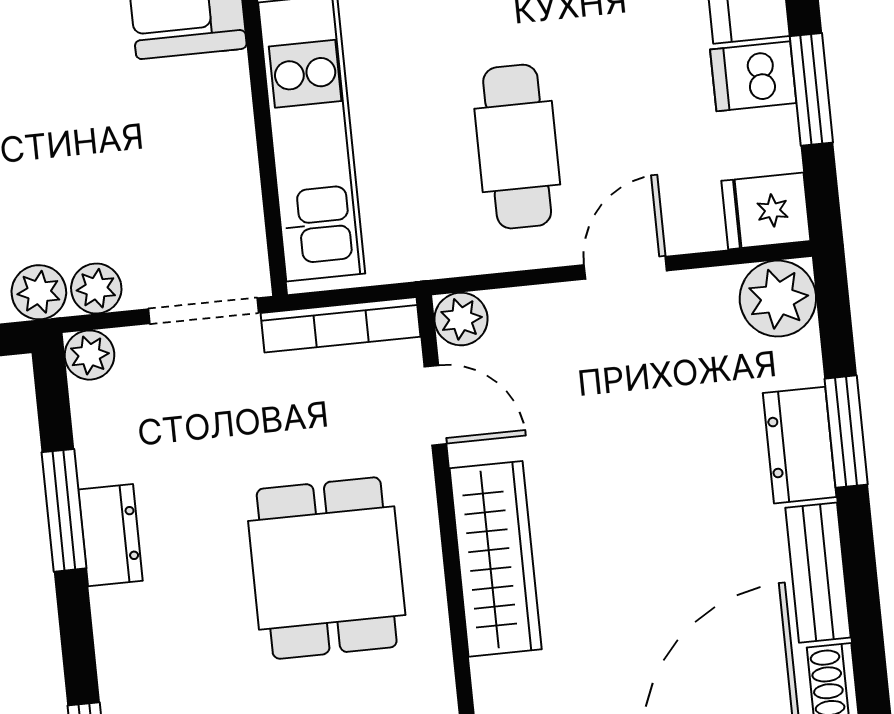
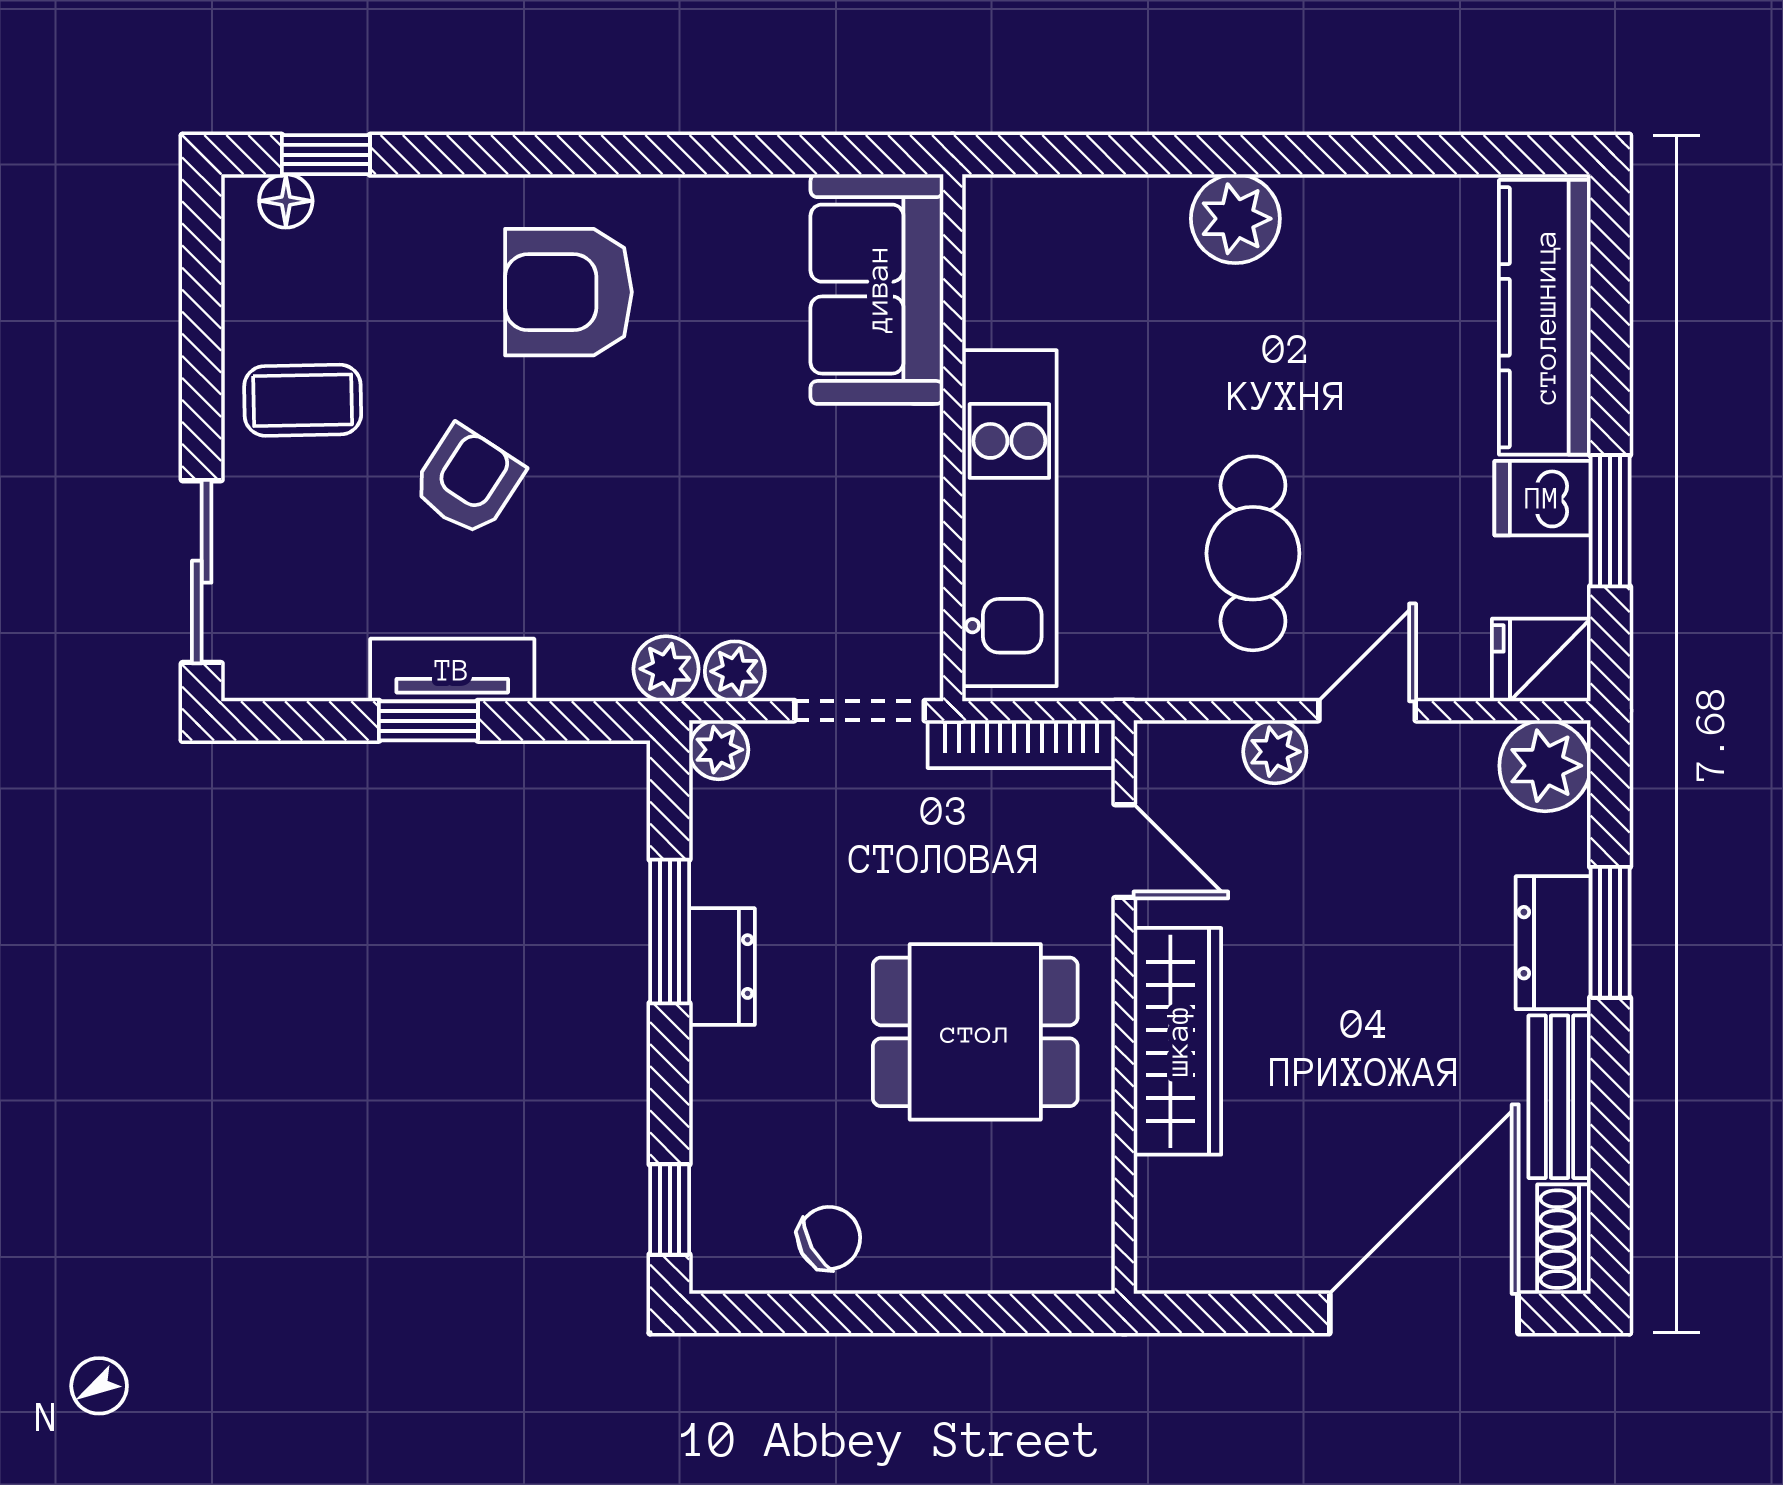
plant: (461, 319) -> (1275, 752), moved
dining table: (327, 568) -> (975, 1032), turned 90

